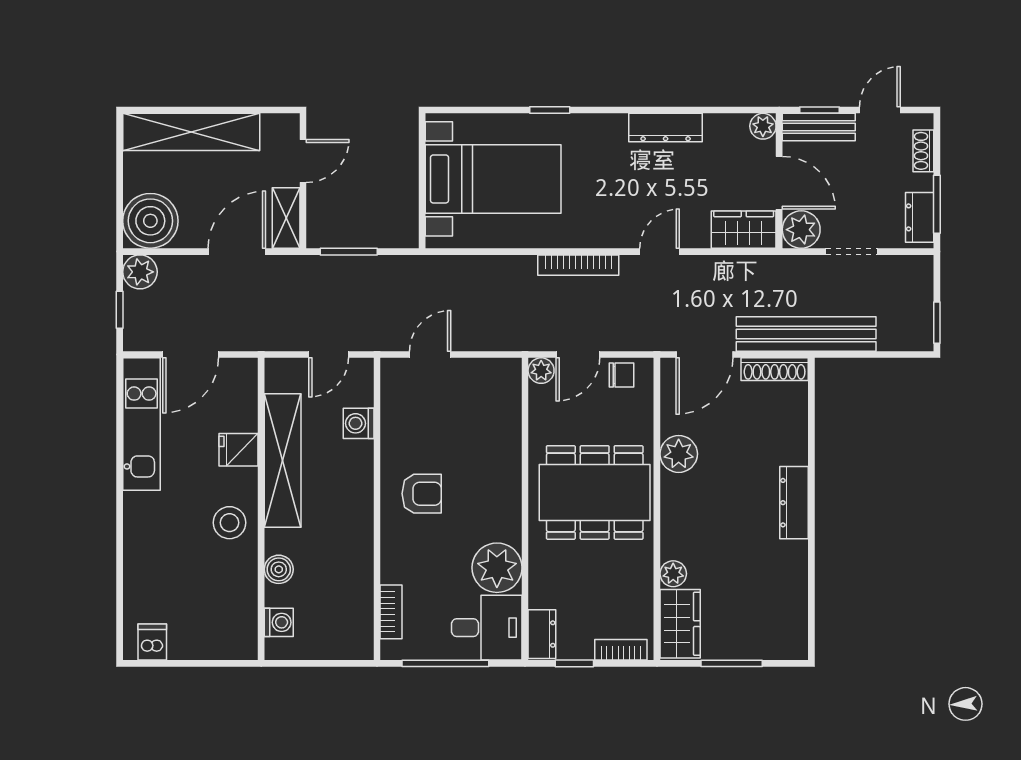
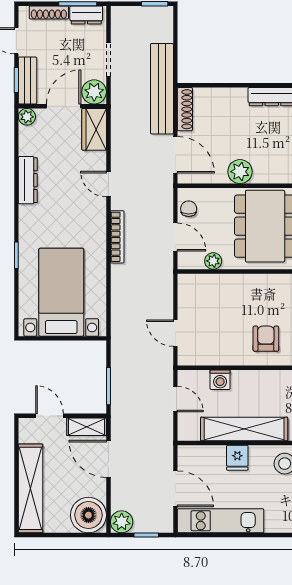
shoe rack: (923, 151) -> (49, 12), width x1.43
plant: (541, 371) -> (213, 261), moved

